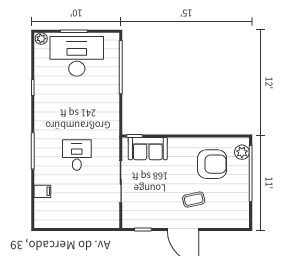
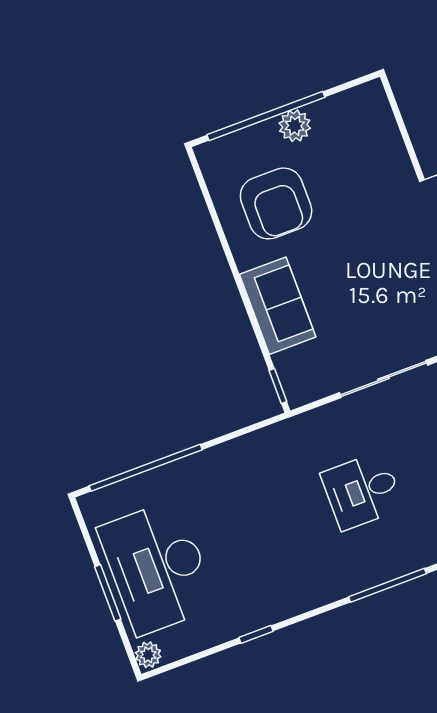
sofa: (148, 149) -> (278, 306), moved
plant: (242, 152) -> (295, 126), moved
armchair: (212, 164) -> (276, 203), turned 180
coffee table: (194, 200) -> (364, 214), removed

